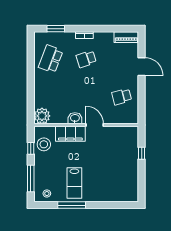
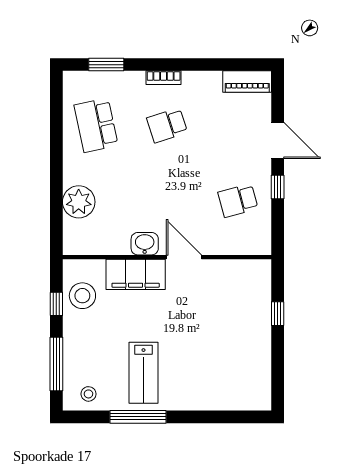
school desk: (51, 59) -> (96, 125), turned -33
window: (142, 90) -> (278, 187), added
plant: (42, 116) -> (79, 202), moved

